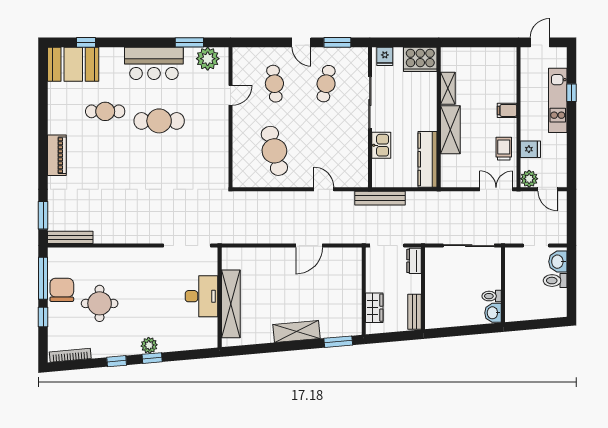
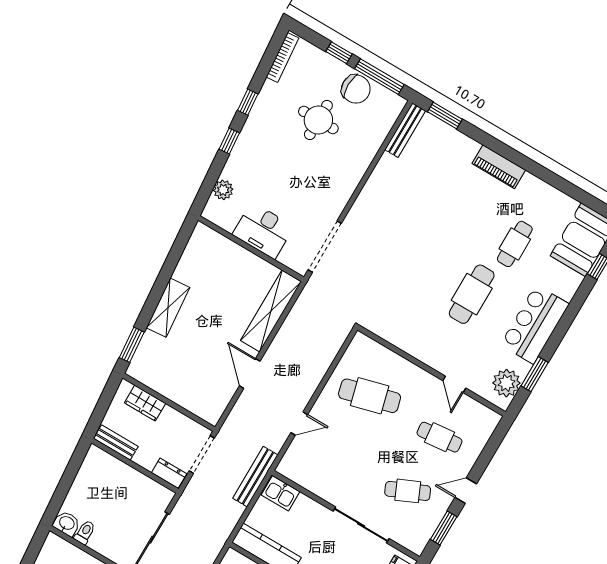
cafe table: (326, 84) -> (408, 491), turned -36
kitchen sink: (381, 145) -> (281, 493), moved
shelving: (231, 304) -> (271, 311), moved, turned 90
plant: (149, 345) -> (223, 190), moved

